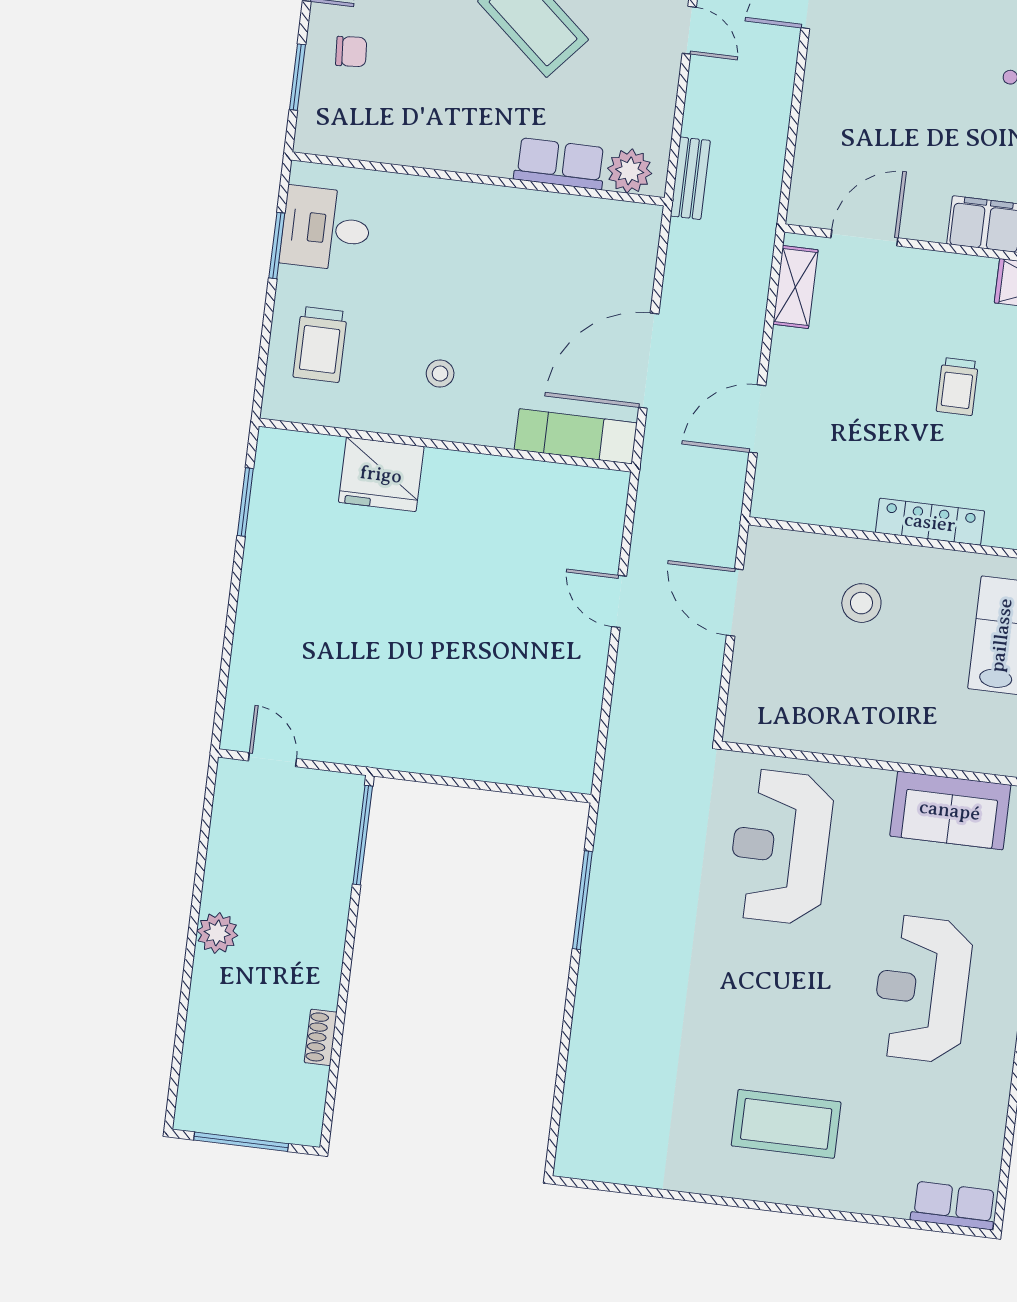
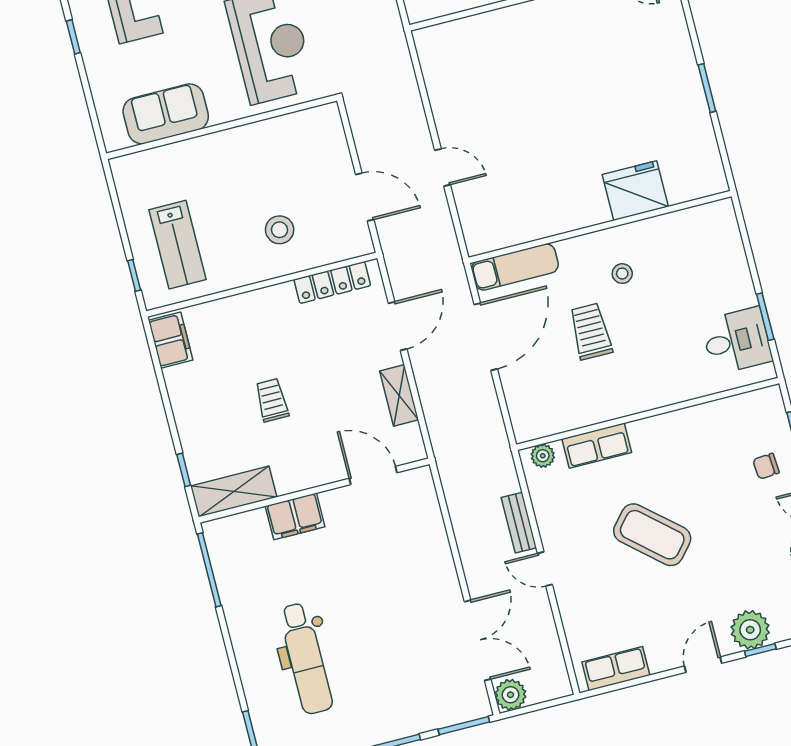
plant: (630, 171) -> (543, 456), width x0.73, depth x0.73
bench: (690, 178) -> (519, 523), moved
door: (864, 238) -> (373, 475), swing flipped
shelving: (795, 287) -> (399, 395), moved
trolley: (320, 344) -> (591, 331), moved
window: (245, 502) -> (707, 88), moved
locker: (930, 522) -> (332, 283), moved

